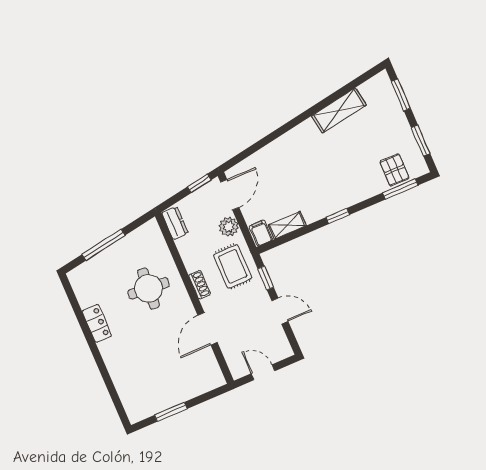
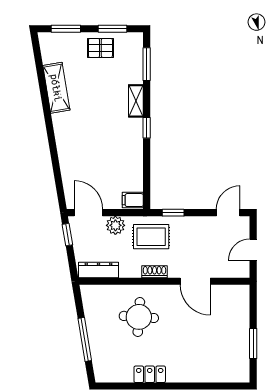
pallet: (394, 170) -> (100, 48), moved
dresser: (175, 223) -> (98, 270), width x1.44
shelving: (287, 225) -> (136, 101), moved
door: (280, 311) -> (228, 213), moved

